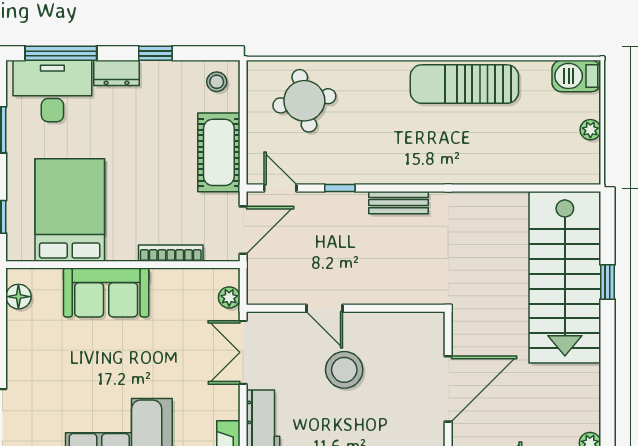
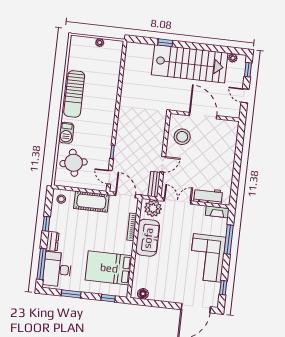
barbecue: (576, 76) -> (66, 133), moved
door: (280, 188) -> (109, 177), hinge flipped
bench: (399, 203) -> (154, 184), moved
stairs: (565, 277) -> (190, 64), moved
sofa: (106, 292) -> (148, 238), moved
plant: (229, 297) -> (153, 208), width x1.88, depth x1.88
double door: (243, 352) -> (178, 201), swing flipped
stool: (344, 370) -> (182, 137), moved

